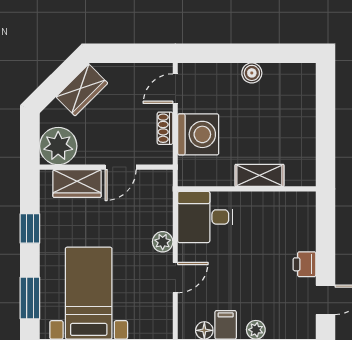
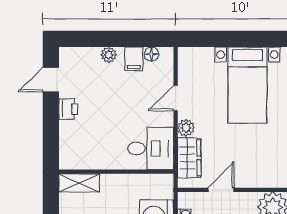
shelving: (259, 175) -> (79, 183), moved
wardrobe: (77, 183) -> (189, 158), moved, turned 90

